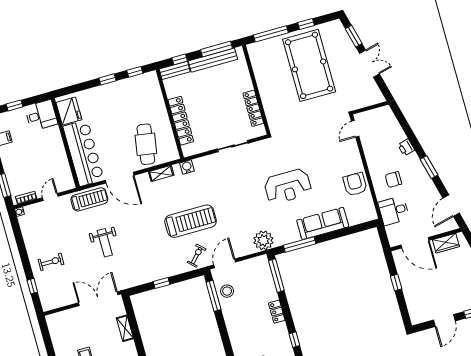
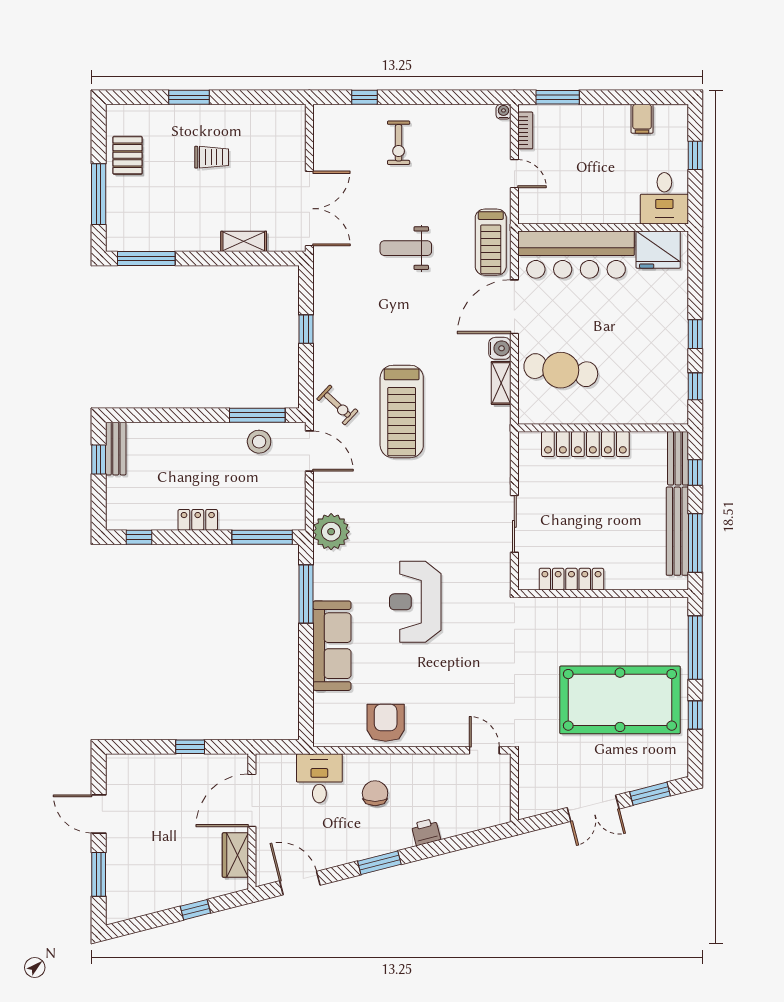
water cooler: (187, 167) -> (500, 348), moved
armchair: (355, 184) -> (386, 723), turned -90

